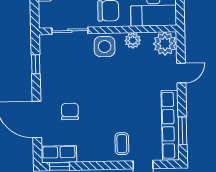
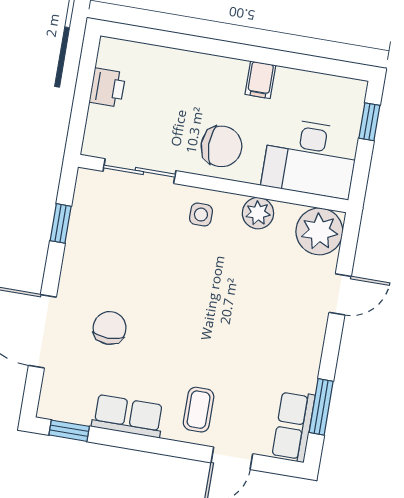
side table: (105, 47) -> (201, 215), width x0.54, depth x0.54
row of seats: (170, 125) -> (294, 426), width x0.50
row of seats: (59, 154) -> (128, 416), moved

